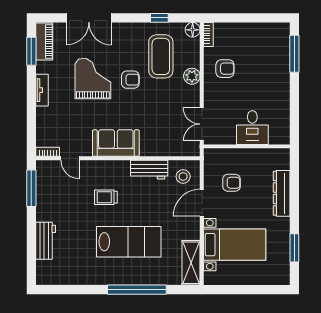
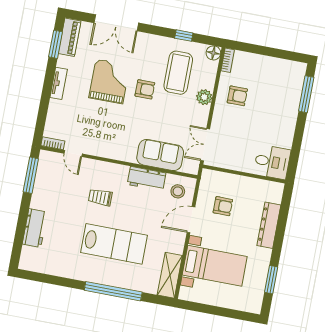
desk: (252, 128) -> (272, 162), moved, turned -90
sofa: (116, 143) -> (160, 155), moved

